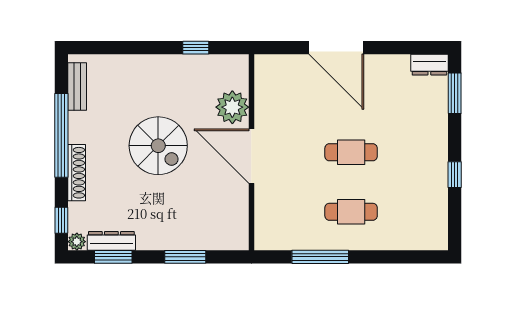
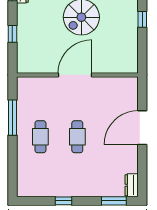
window: (196, 48) -> (142, 19), moved
plant: (232, 107) -> (105, 63), removed
window: (185, 257) -> (12, 34), width x0.67

